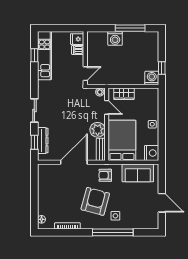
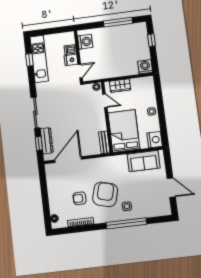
washing machine: (115, 38) -> (85, 42), moved, turned -90
fridge: (77, 39) -> (71, 60), moved
window: (162, 68) -> (151, 40), moved
sliding door: (34, 111) -> (35, 113), width x1.37
plant: (98, 130) -> (99, 124), removed
door: (74, 162) -> (68, 160), moved
armchair: (105, 175) -> (80, 198), moved

